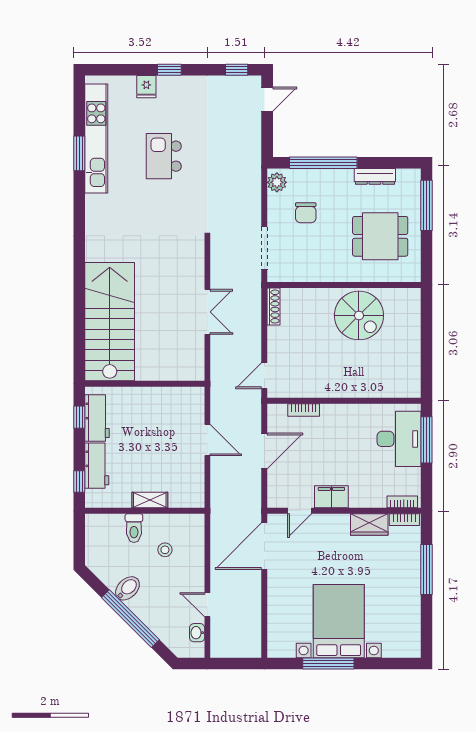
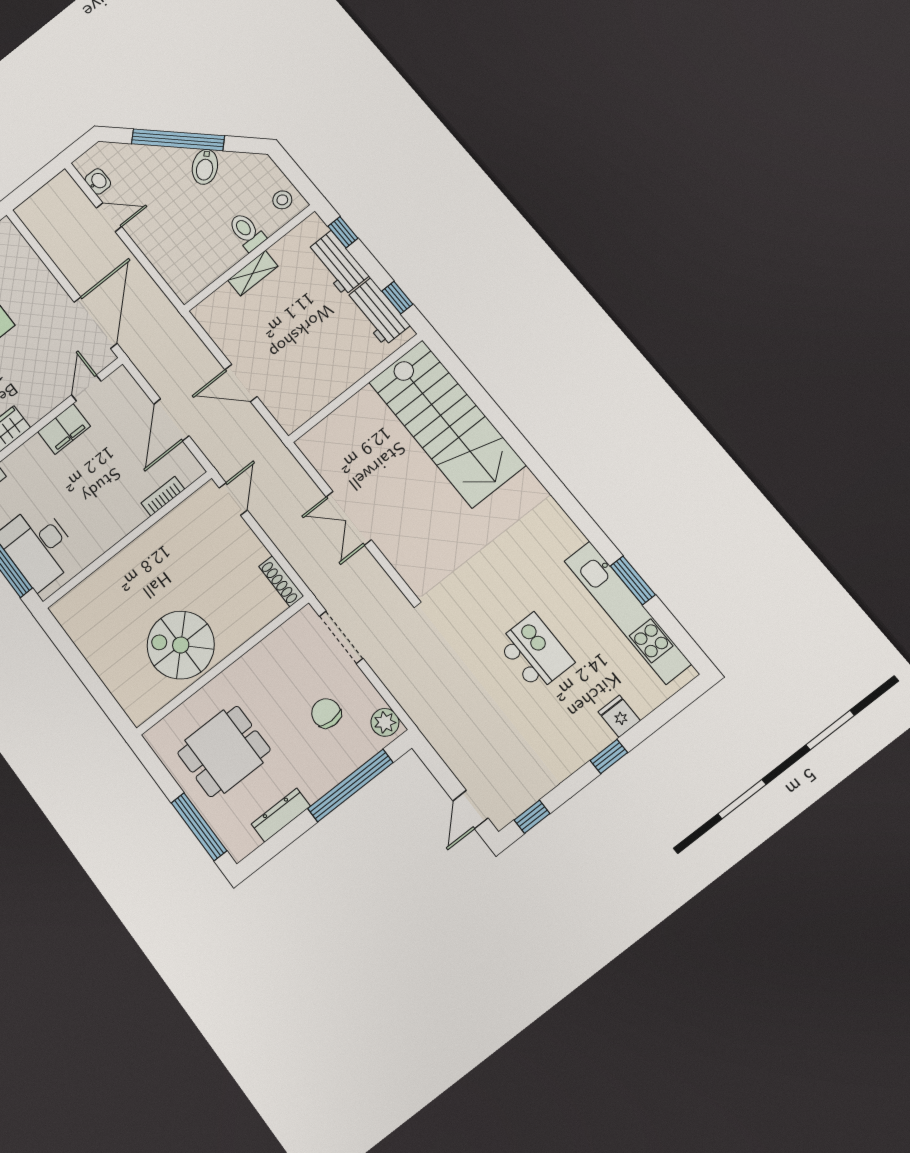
stool: (165, 550) -> (282, 200), moved

